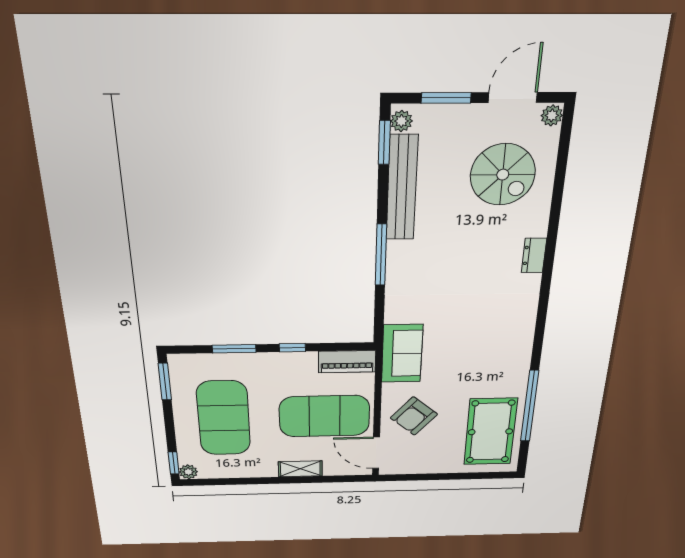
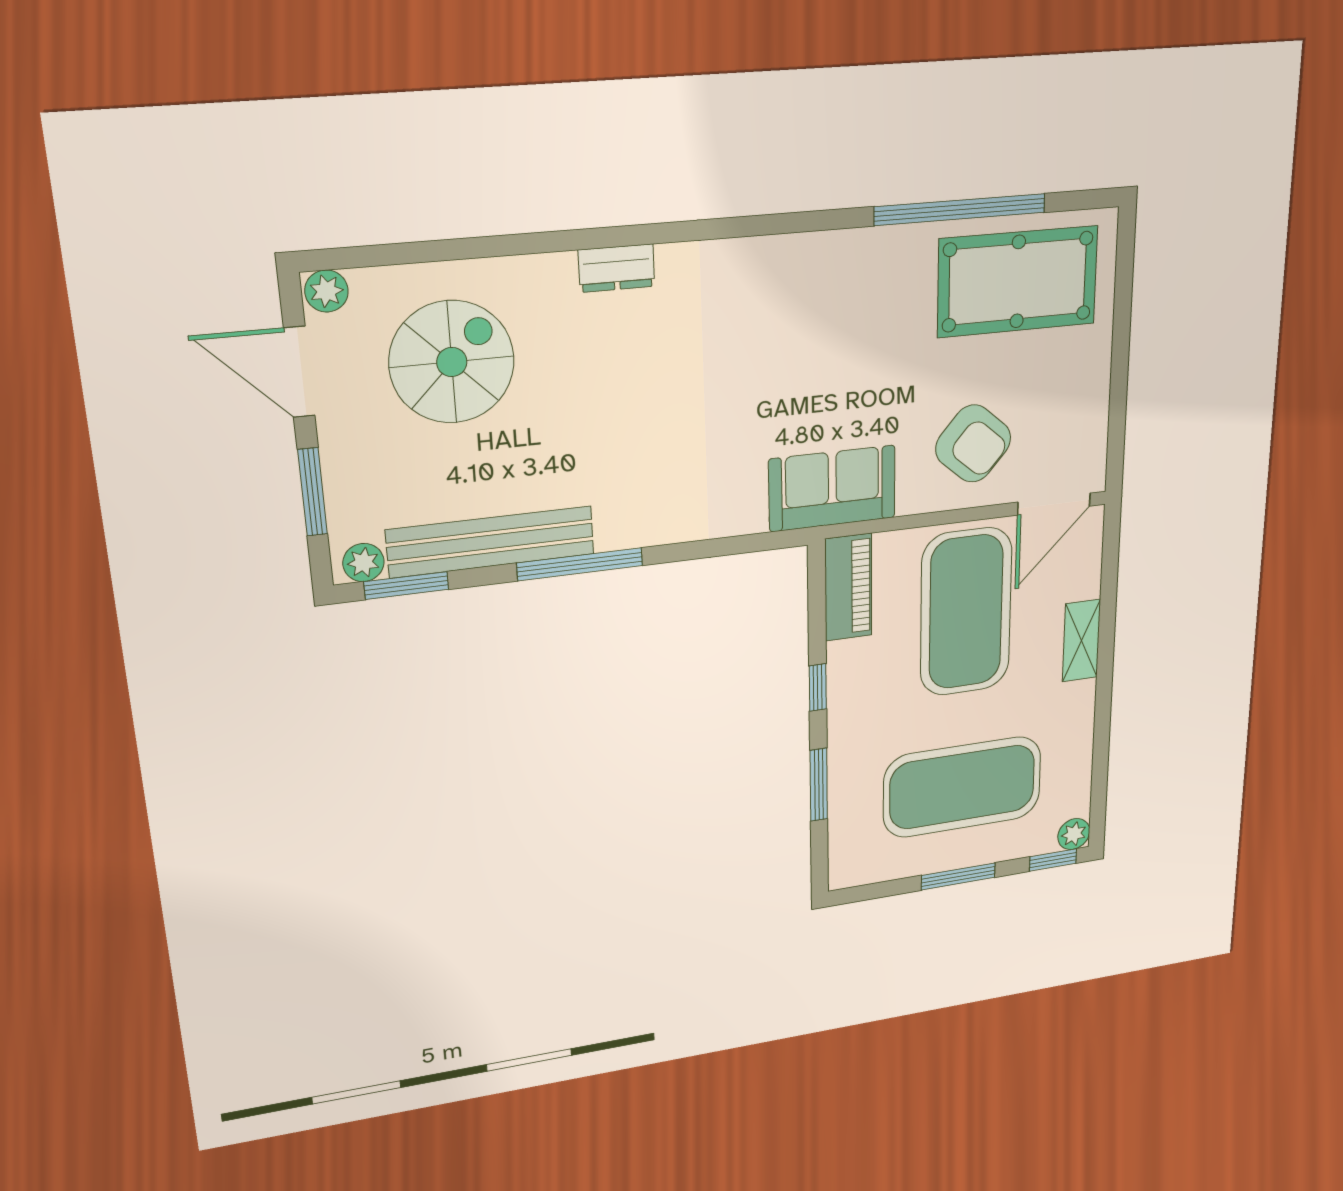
window: (381, 255) -> (580, 564), moved
window: (165, 382) -> (958, 876), moved

